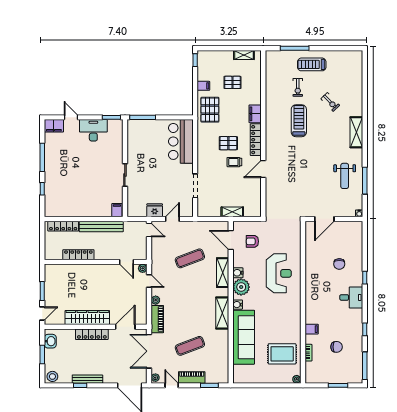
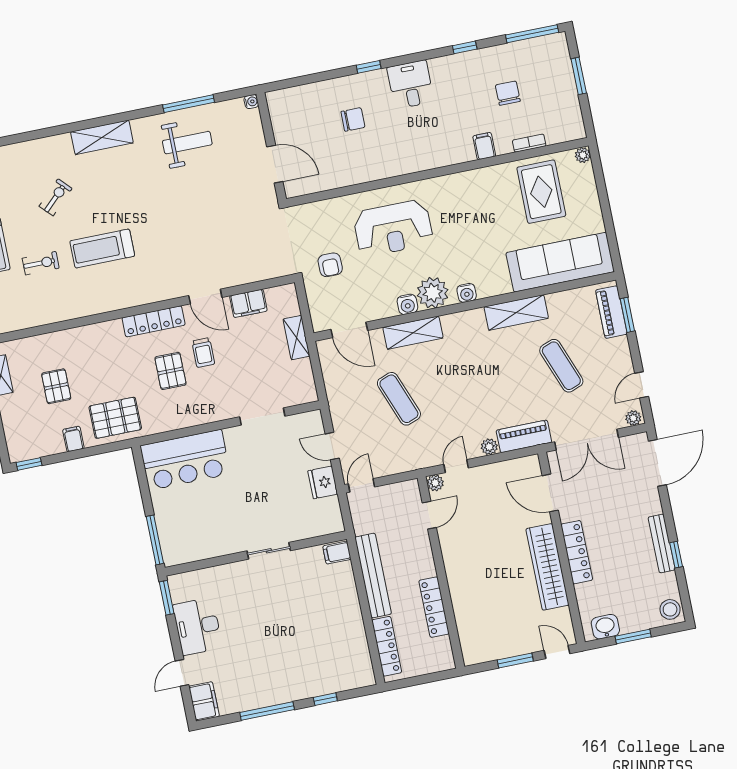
filing cabinet: (255, 114) -> (248, 303), moved
door: (231, 240) -> (349, 330), hinge flipped
armchair: (252, 241) -> (330, 265), moved
reception desk: (279, 273) -> (393, 228), turned 180
shelving: (222, 313) -> (516, 312), moved
sofa: (244, 337) -> (560, 262), moved
piano: (192, 377) -> (611, 312), moved

